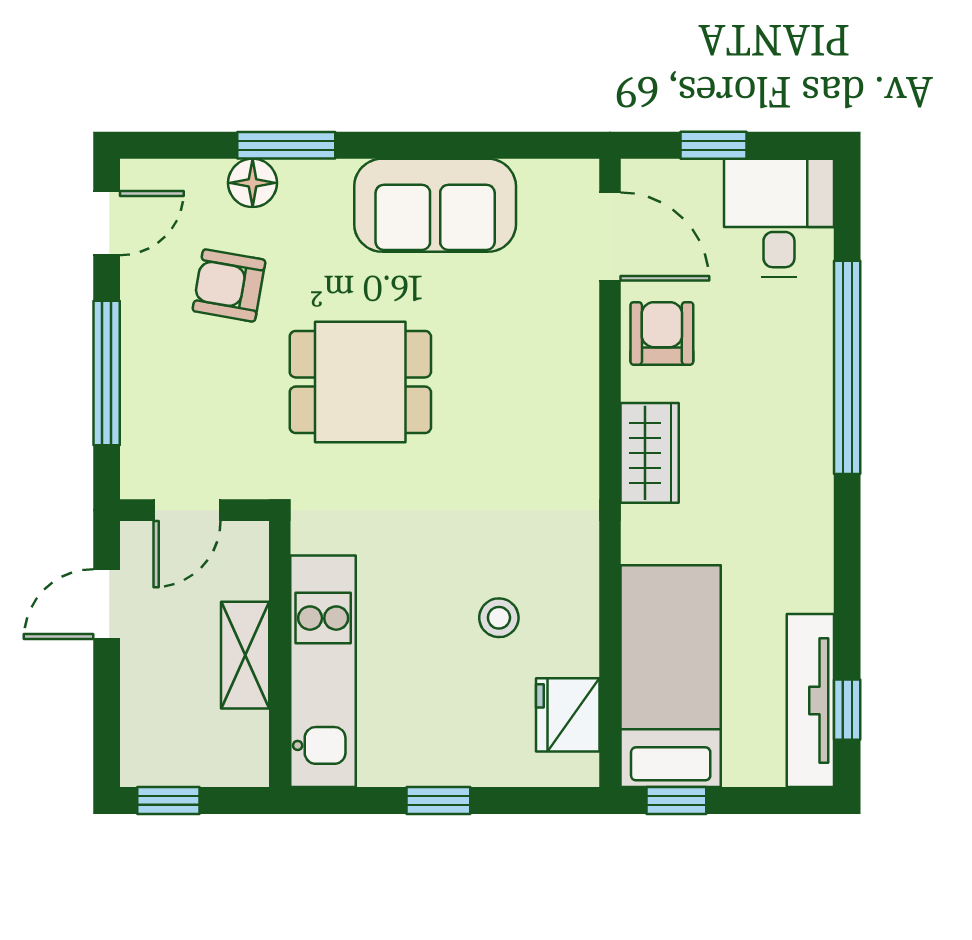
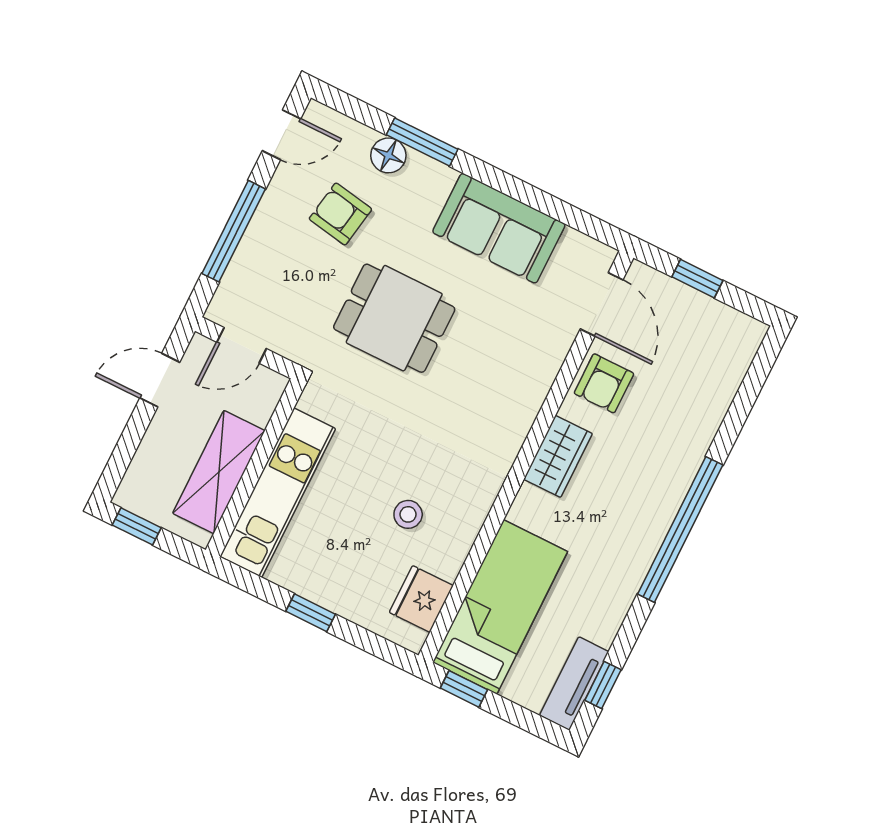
desk: (779, 218) -> (716, 346), removed
armchair: (662, 333) -> (604, 383), turned 180
window: (847, 367) -> (680, 529), moved
shelving: (245, 655) -> (219, 472), width x1.50, depth x1.33
tv unit: (810, 701) -> (574, 684), width x0.71

